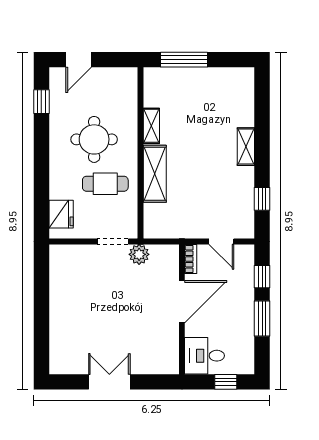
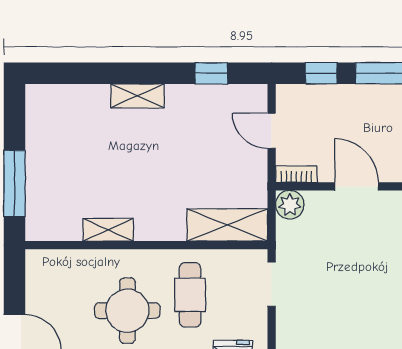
shelving: (155, 174) -> (227, 225), moved
door: (221, 241) -> (272, 131), swing flipped
plant: (139, 254) -> (290, 205), moved
door: (182, 302) -> (357, 186), width x0.73

